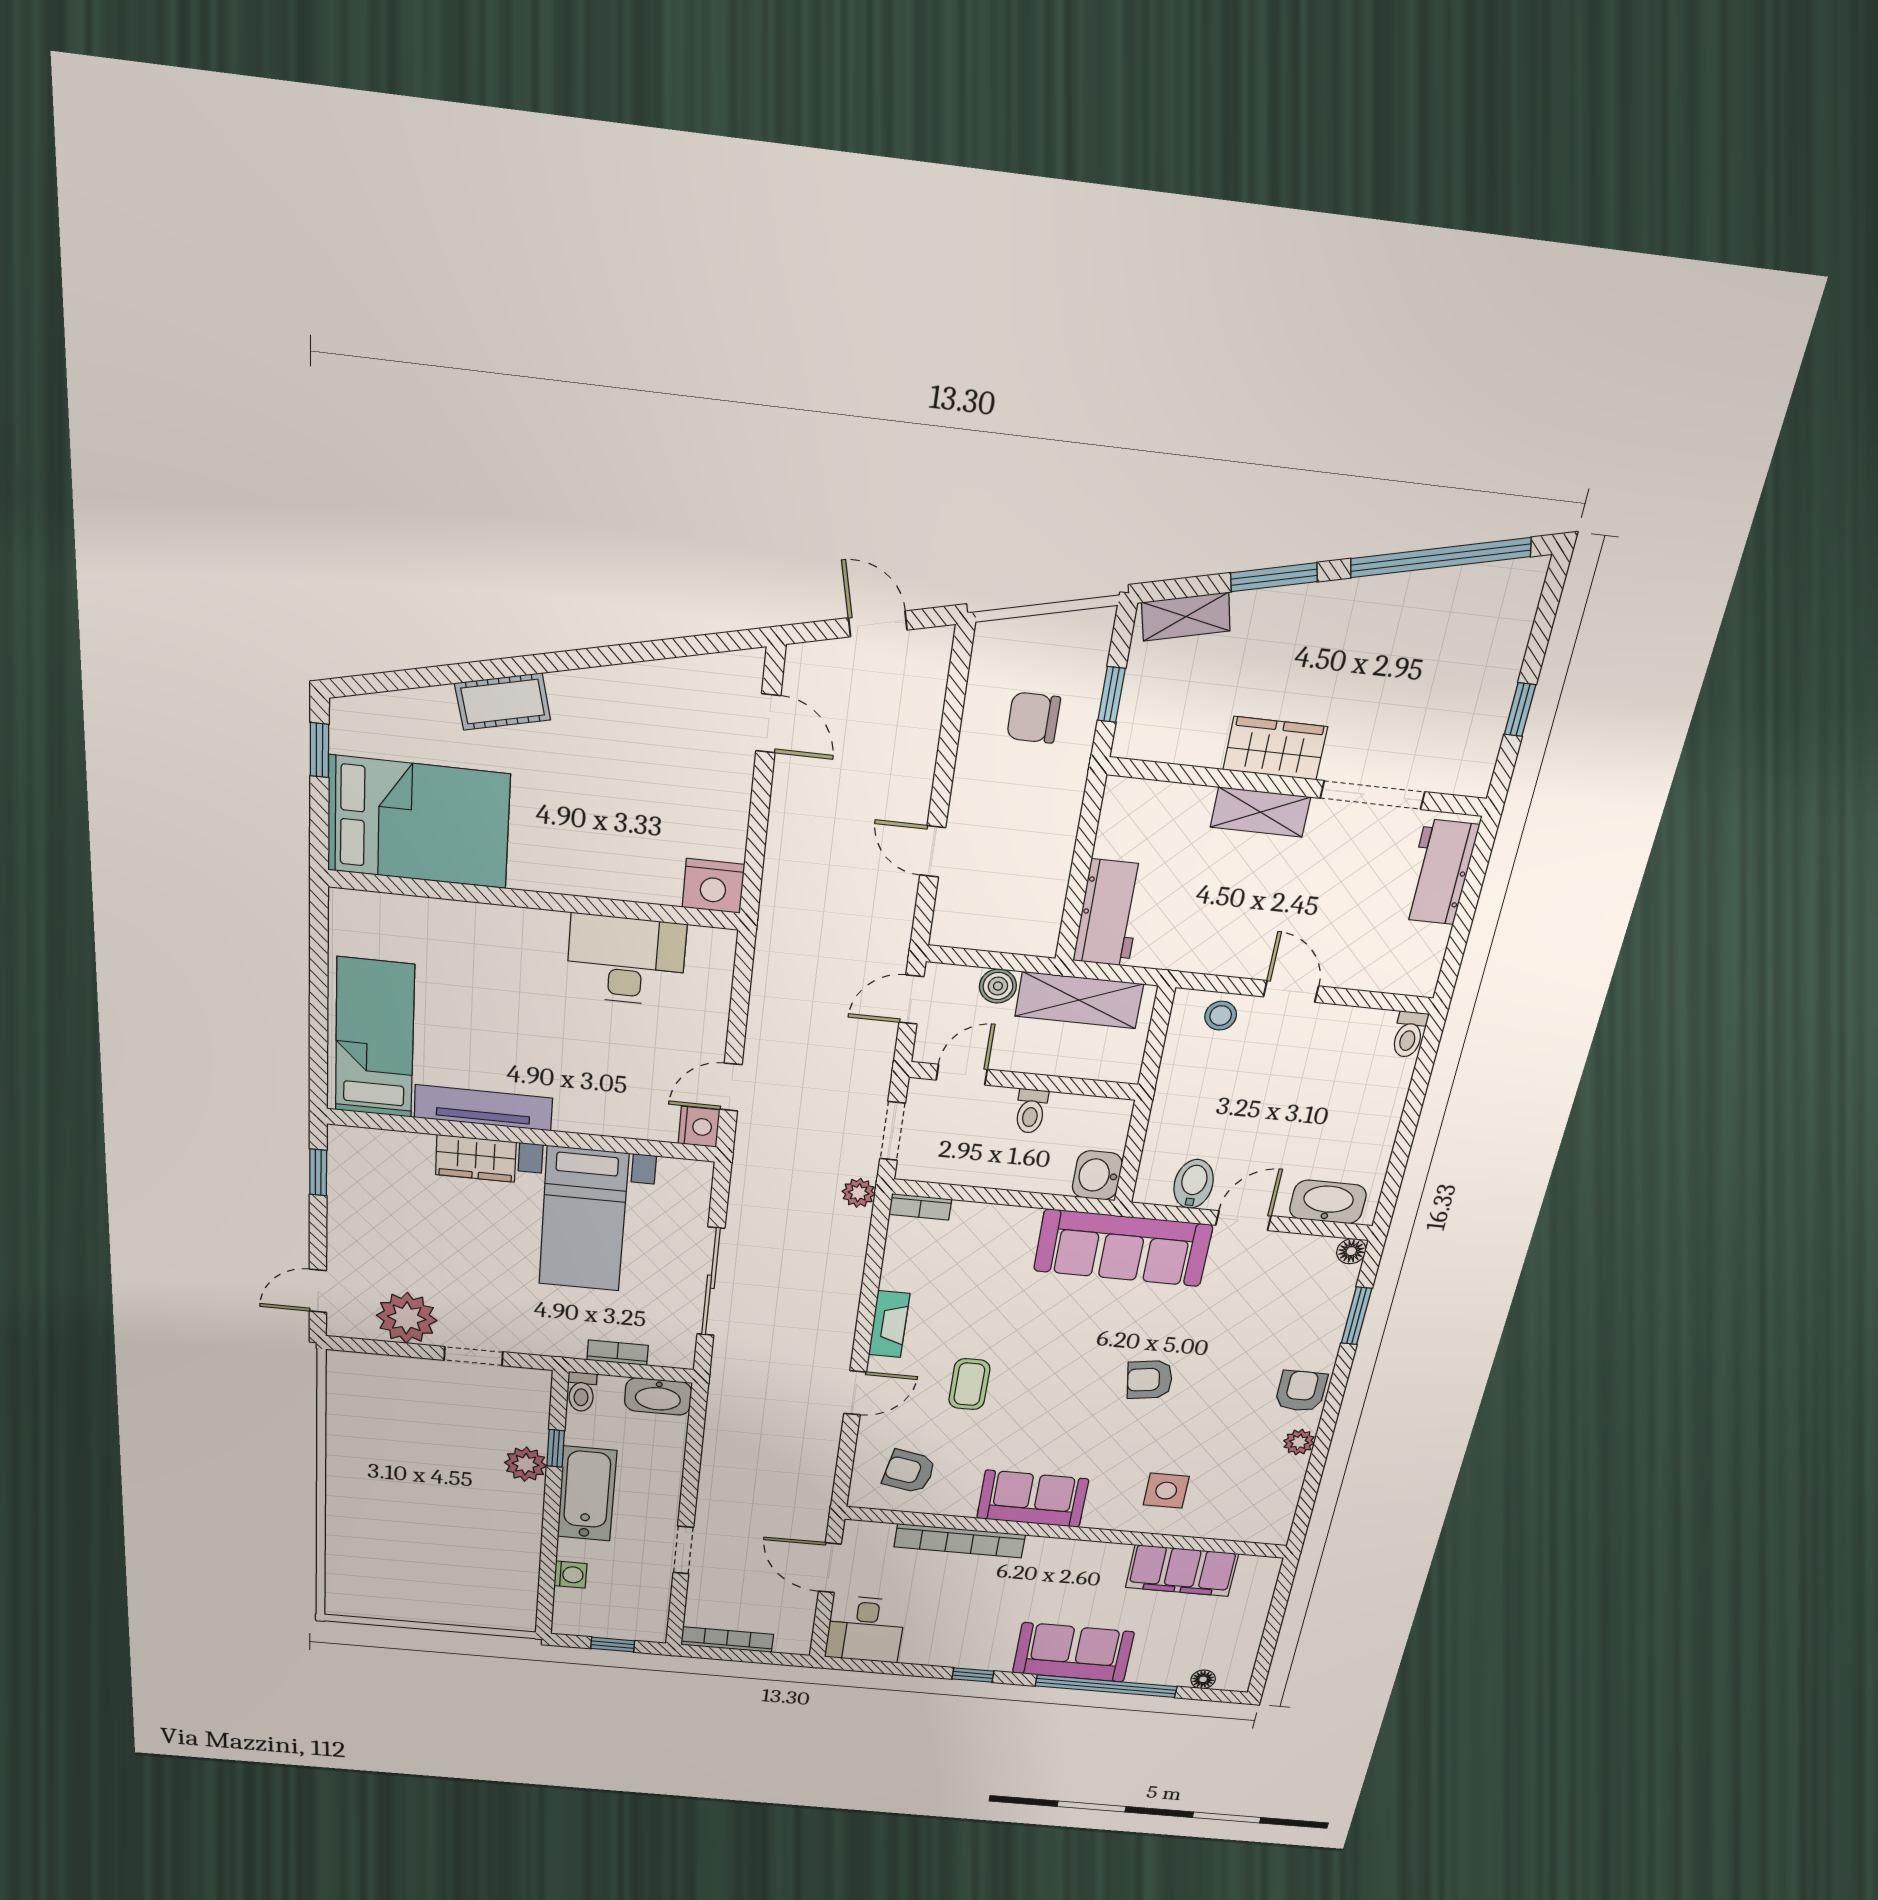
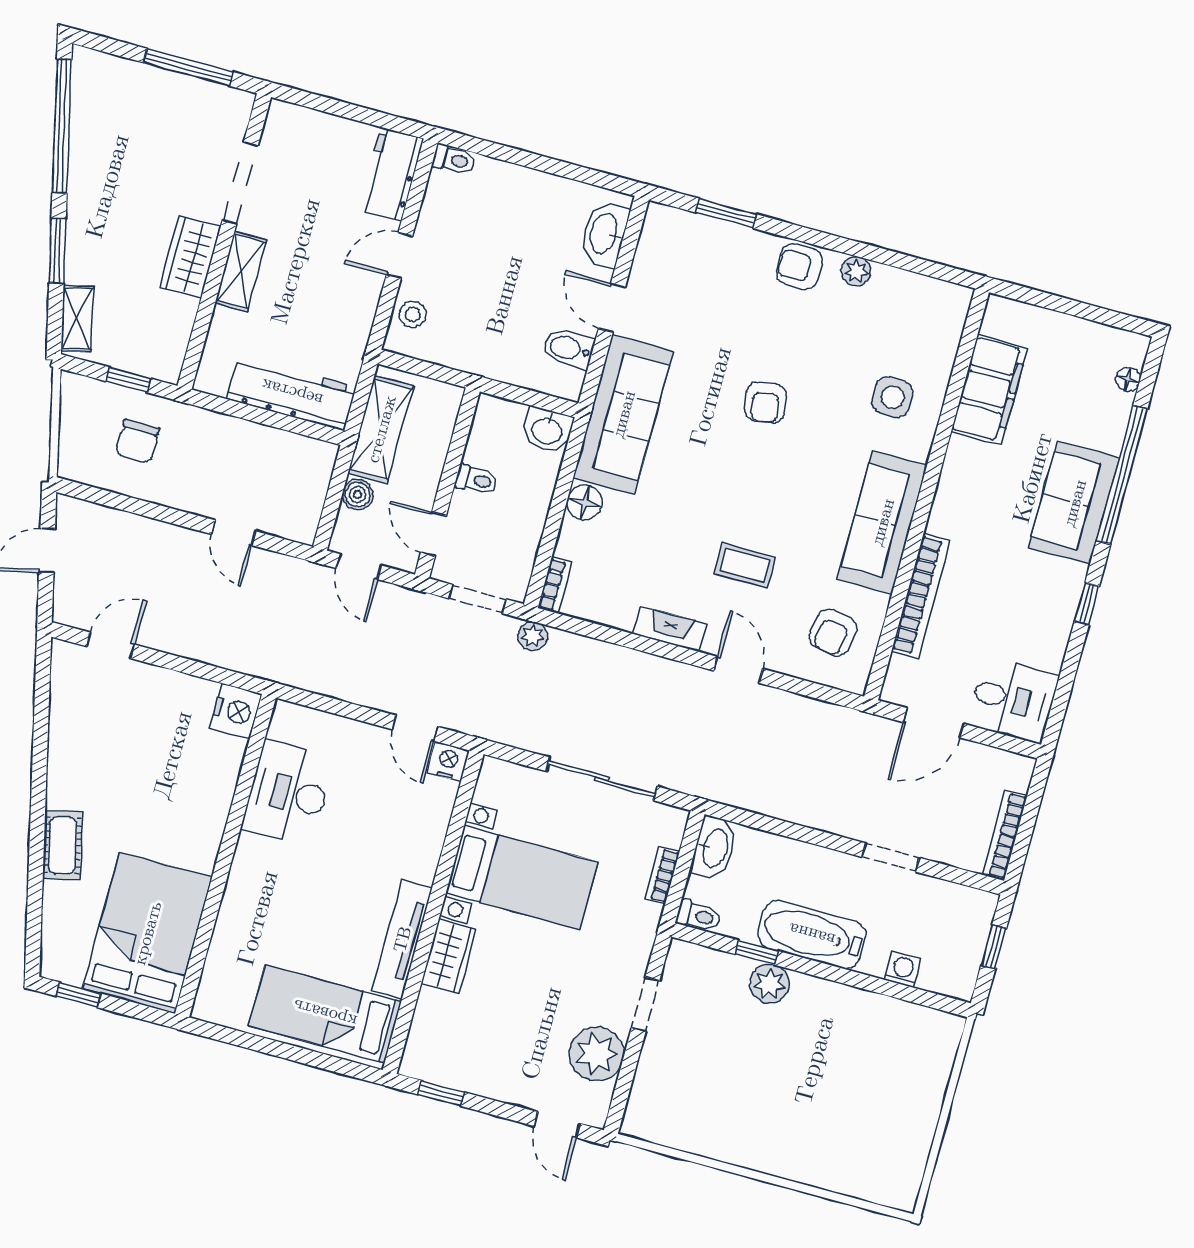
window: (1520, 709) -> (188, 67), width x2.17
door: (933, 851) -> (234, 533), hinge flipped
workbench: (1440, 872) -> (391, 174), moved, turned 90
workbench: (1110, 913) -> (292, 393), width x1.38
floor lamp: (1351, 1251) -> (585, 503), moved, width x1.37, depth x1.37
sofa: (1033, 1499) -> (882, 522), width x1.36

